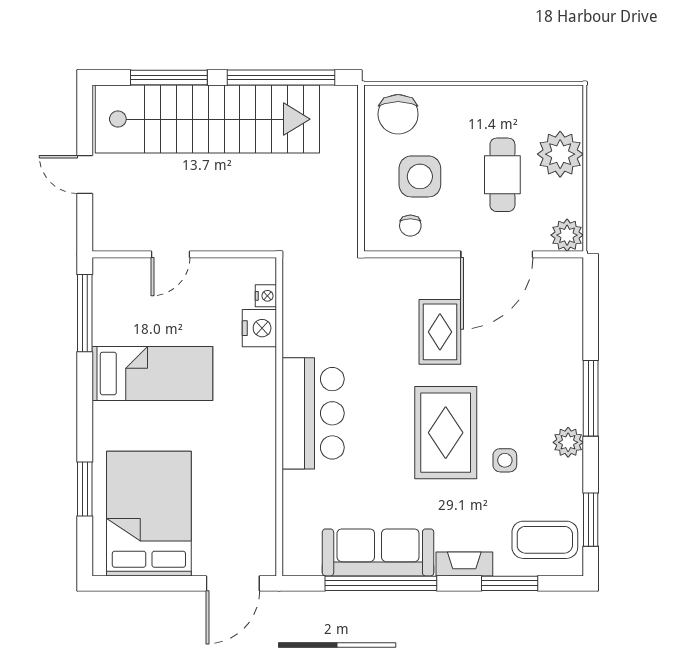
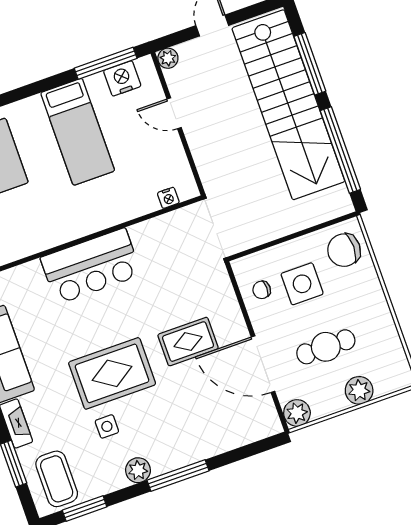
plant: (560, 154) -> (359, 390), width x0.73, depth x0.73
plant: (104, 239) -> (168, 58), added
nightstand: (259, 328) -> (122, 78), moved, turned 180

